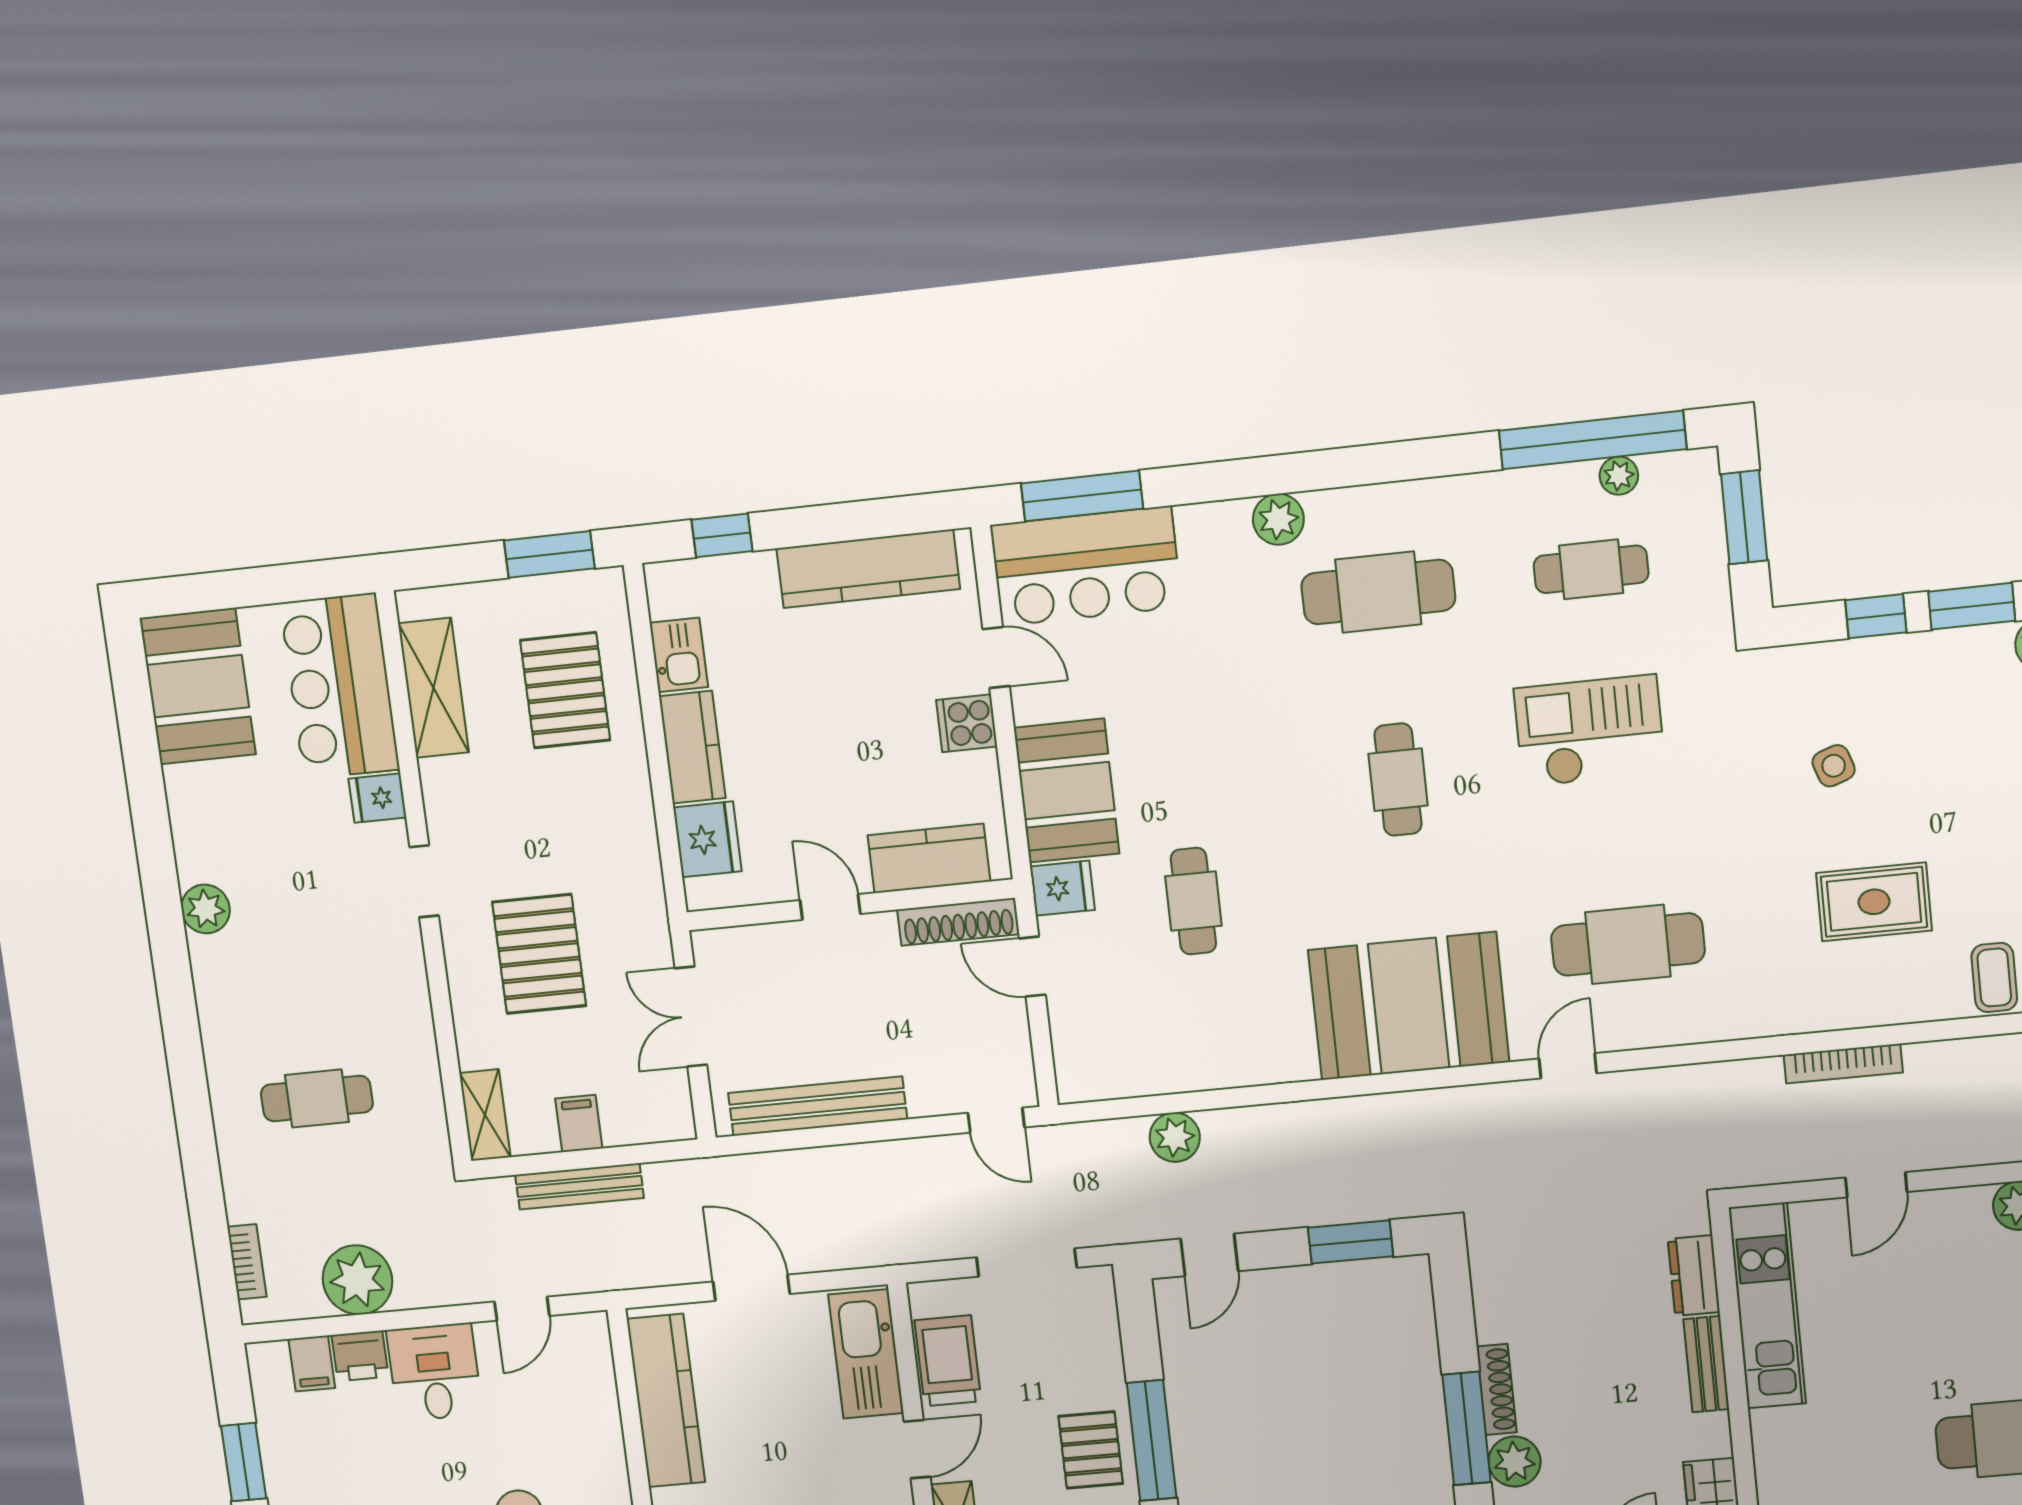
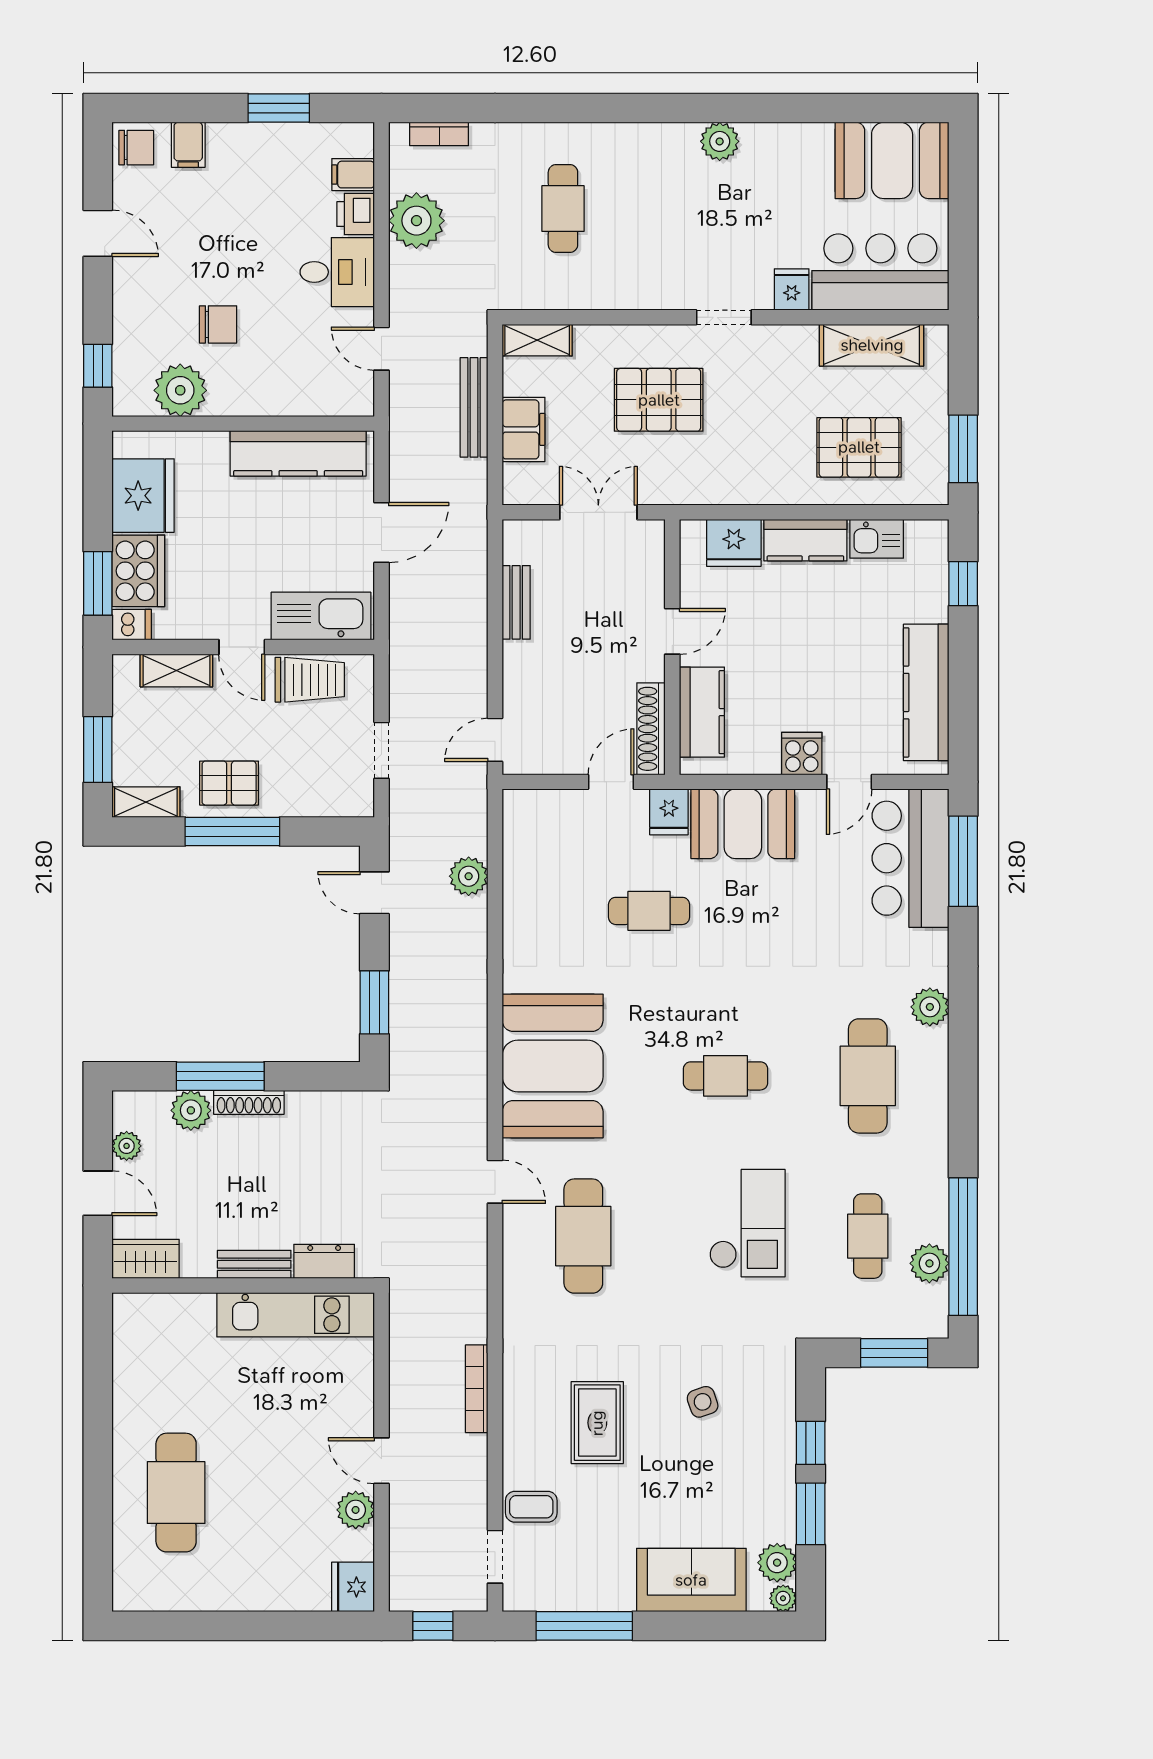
plant: (1619, 476) -> (929, 1263), width x1.38, depth x1.38
bench: (818, 1106) -> (516, 602), width x0.54, depth x0.82
filing cabinet: (579, 1123) -> (523, 429), width x2.00
door: (1876, 1185) -> (382, 1461), moved
doorway: (1027, 1263) -> (382, 750), width x0.73

